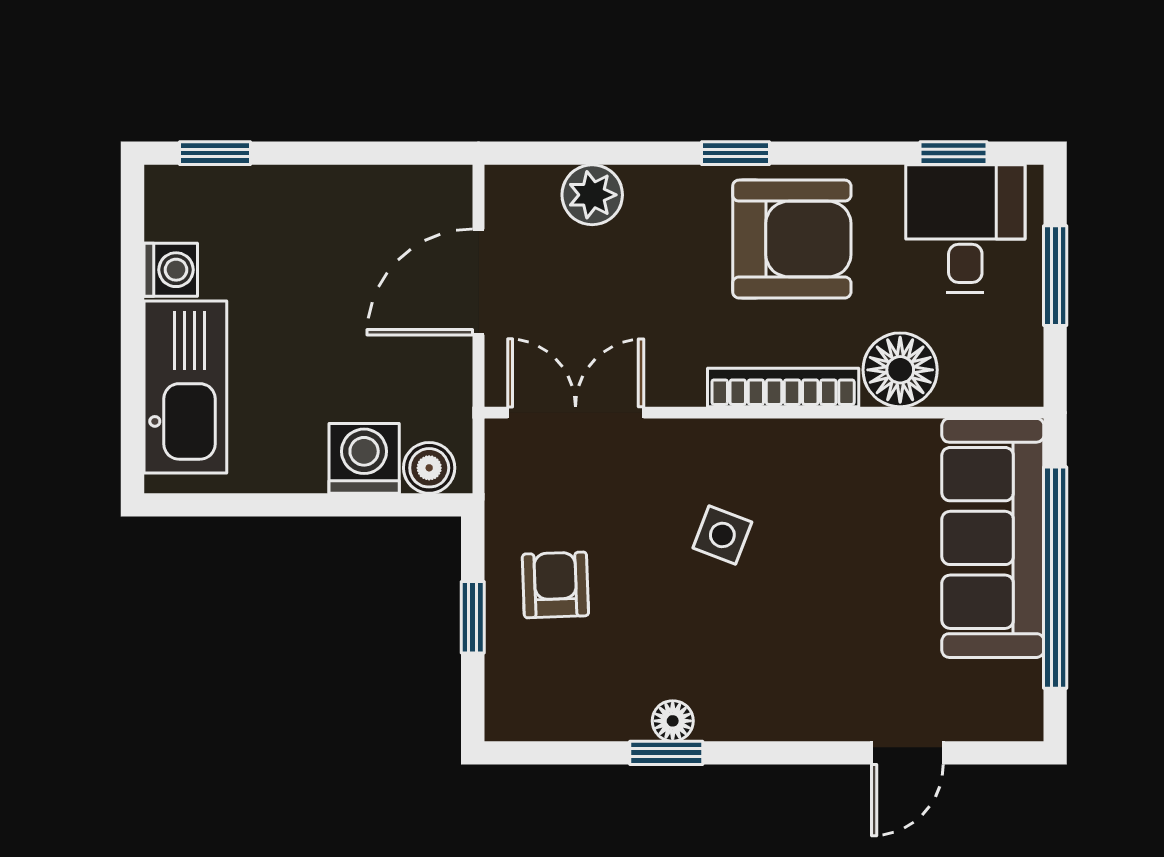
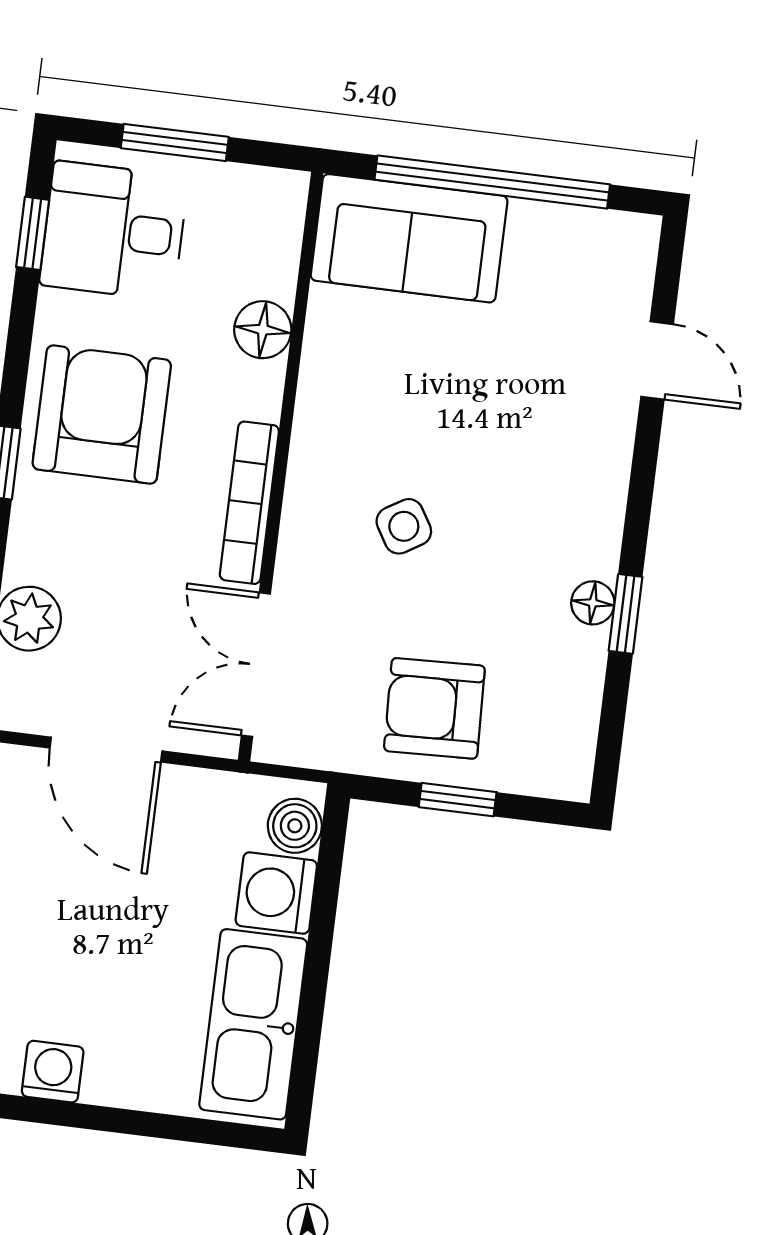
floor lamp: (900, 370) -> (263, 330), width x0.73, depth x0.73
kitchen sink: (185, 387) -> (253, 1024), moved, turned -90
bookcase: (783, 388) -> (249, 503), moved
side table: (722, 535) -> (404, 526), turned 38
sofa: (993, 538) -> (409, 238), width x0.73
armchair: (555, 585) -> (434, 708), width x1.38, depth x1.38

